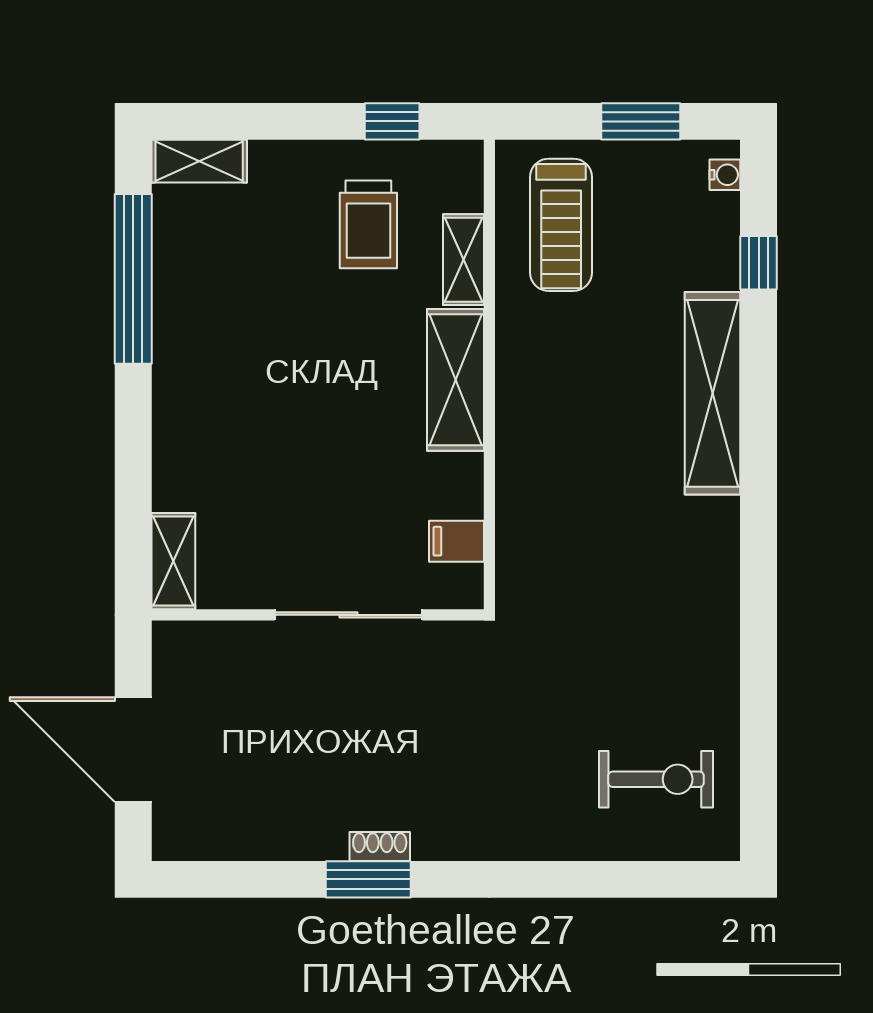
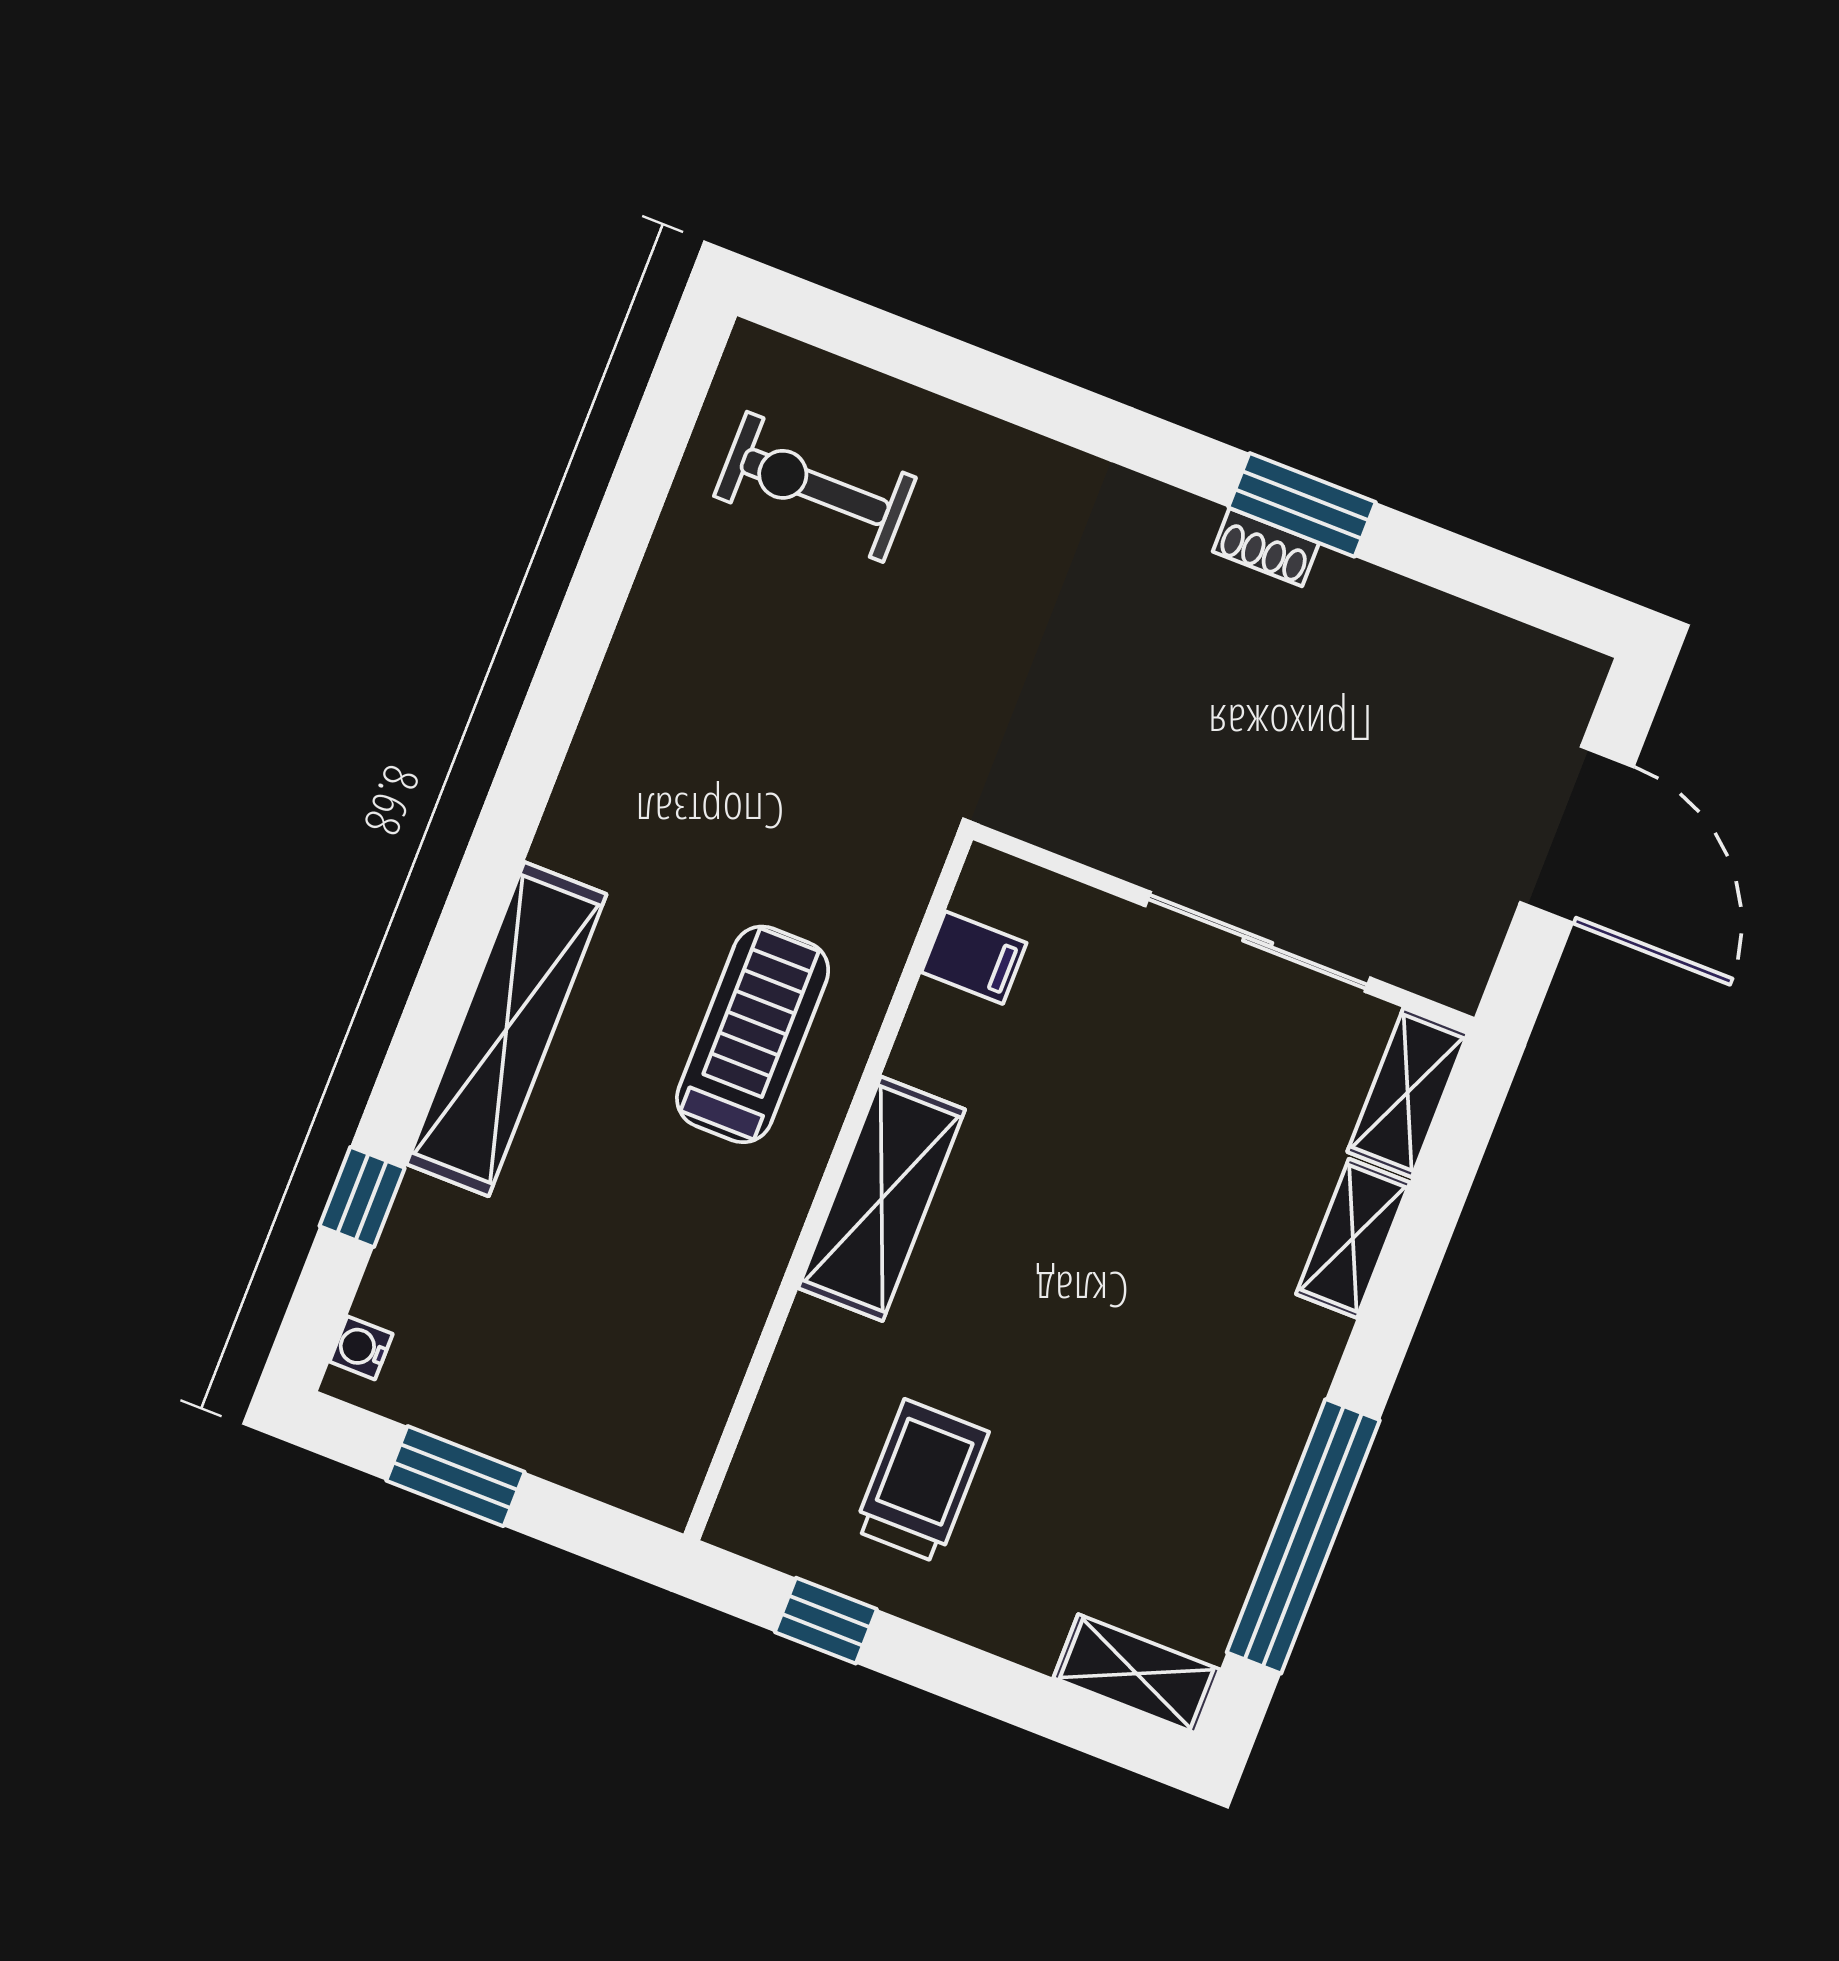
treadmill: (561, 225) -> (753, 1034), moved
shelving: (463, 260) -> (1353, 1238), moved
sliding door: (348, 615) -> (1258, 942), moved

